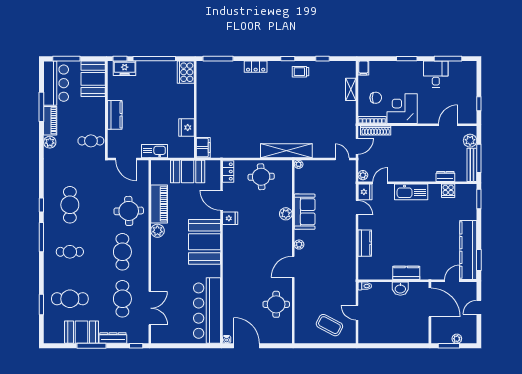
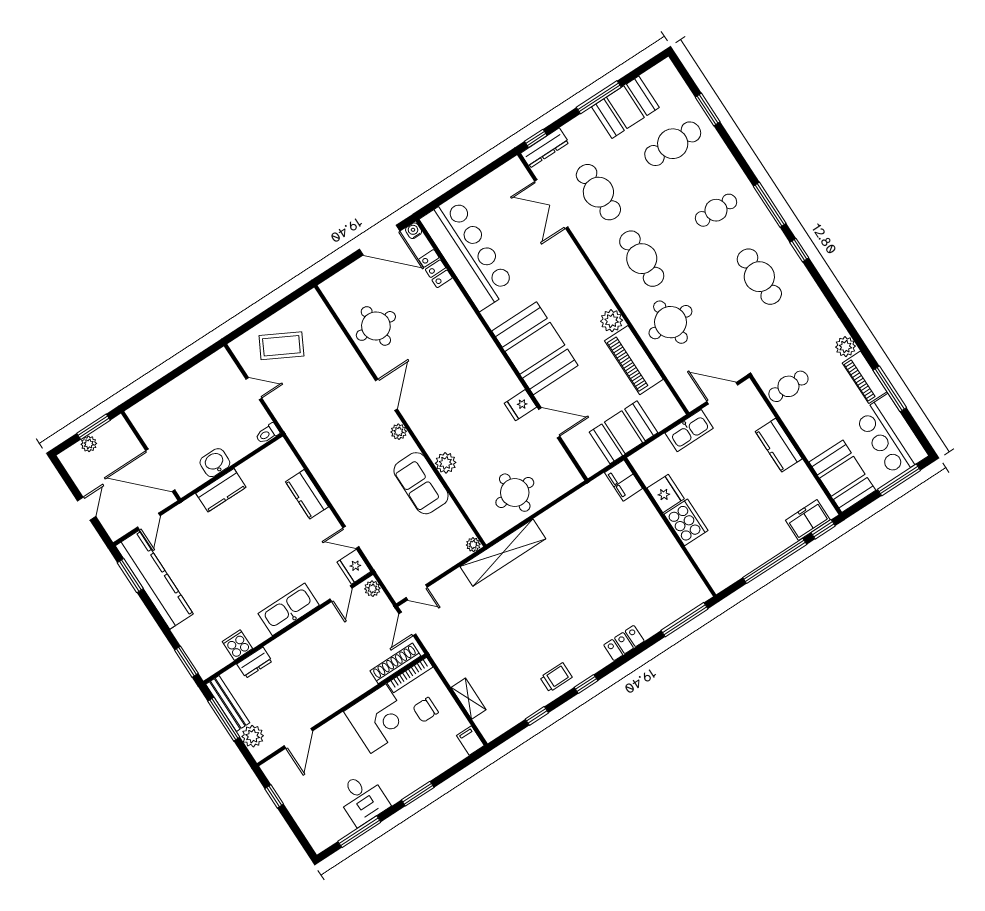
cooker: (186, 72) -> (686, 522), moved
locker: (228, 171) -> (435, 269), moved
dresser: (113, 338) -> (545, 148), moved

